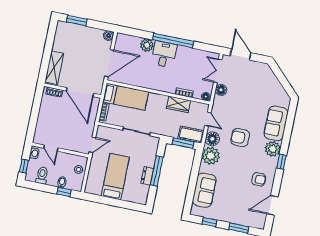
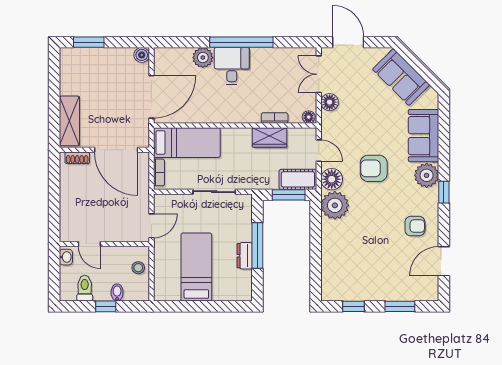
window: (24, 166) -> (54, 280), removed
sofa: (204, 190) -> (401, 77), moved, turned 135
window: (64, 192) -> (106, 306), moved

